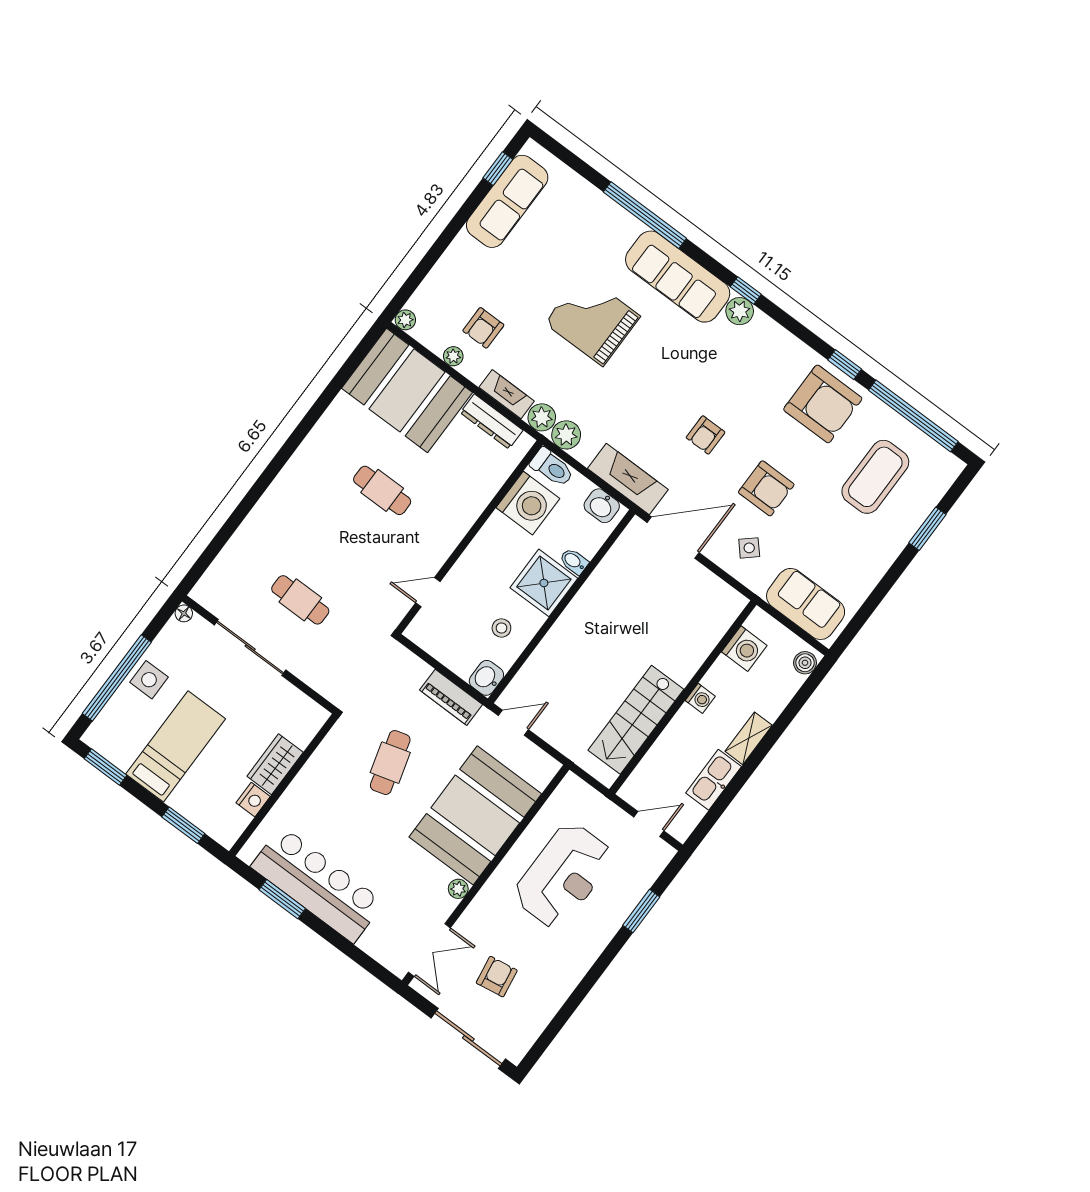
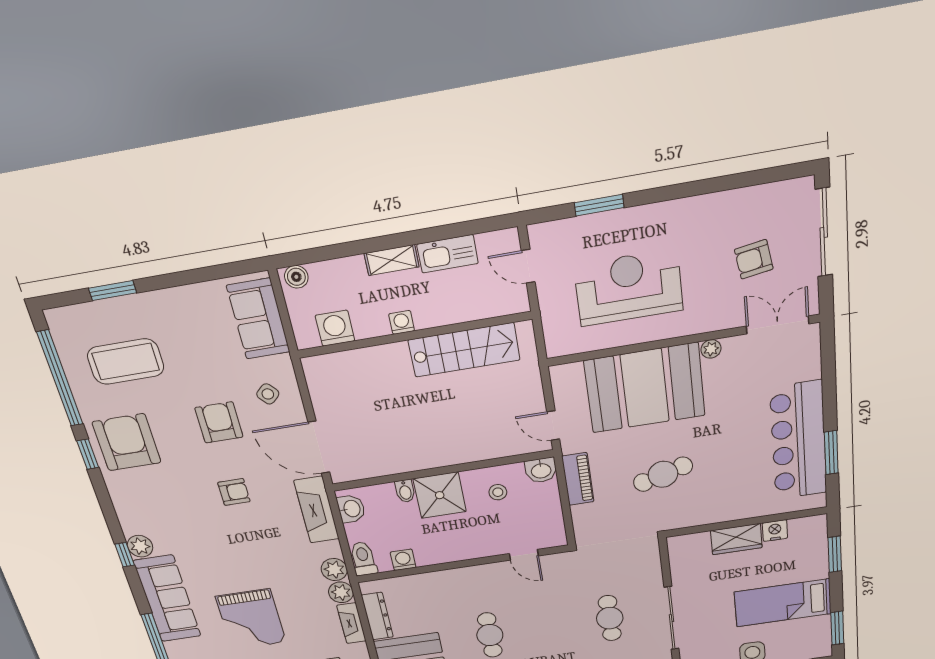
washing machine: (528, 503) -> (403, 560), width x0.53, depth x0.53

